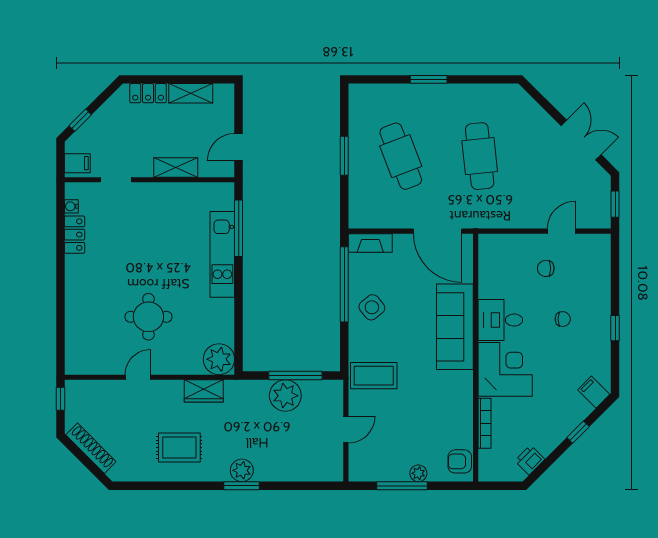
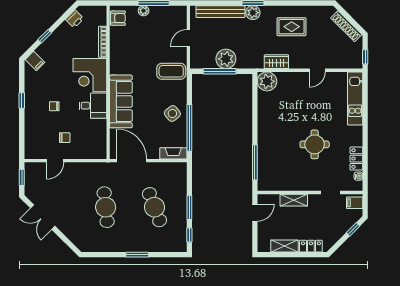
window: (344, 111) -> (189, 235), added
kitchen unit: (222, 254) -> (355, 98), moved, turned 180
round table: (148, 317) -> (315, 144), moved
bench: (294, 472) -> (220, 12), added

